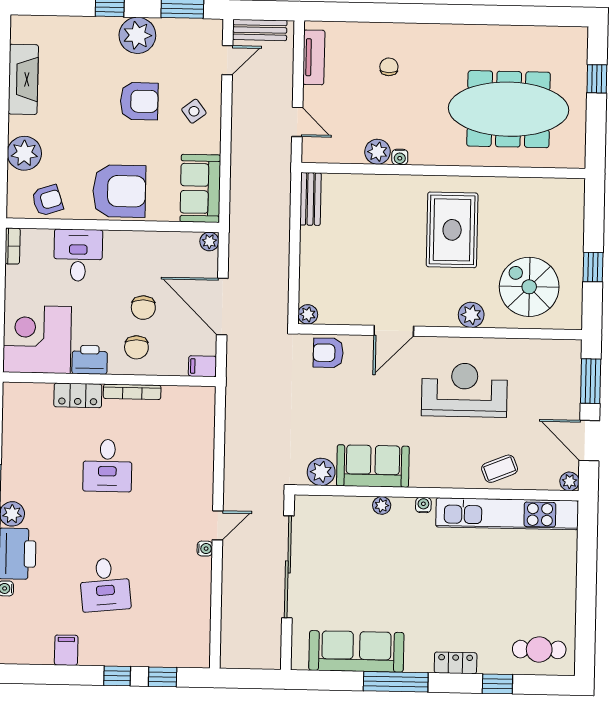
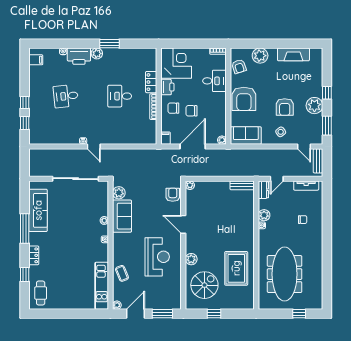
dresser: (321, 152) -> (263, 190), added
rug: (452, 230) -> (236, 268), moved, turned 90
kitchen unit: (507, 514) -> (102, 286), width x0.73
filing cabinet: (66, 650) -> (36, 60), moved

